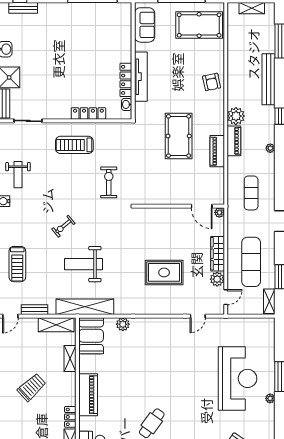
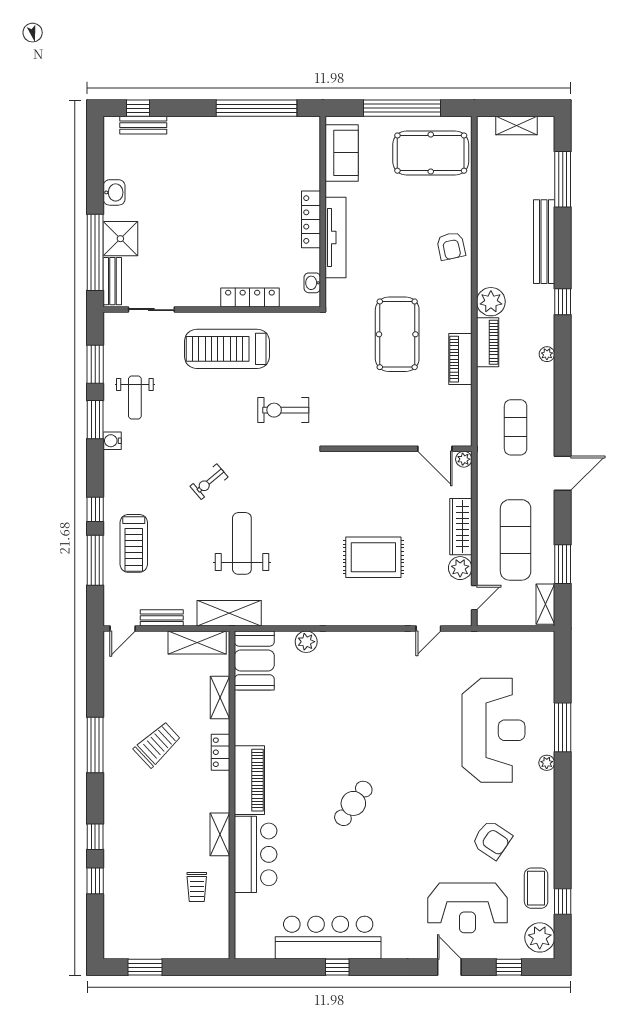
locker: (126, 80) -> (311, 219), moved
treadmill: (74, 145) -> (227, 349), width x1.37, depth x1.38
exercise bike: (109, 182) -> (283, 410), turned -90
weight bench: (84, 264) -> (242, 543), turned 90
shelving: (85, 307) -> (229, 613), width x0.68
piano: (88, 395) -> (249, 780), moved
locker: (70, 417) -> (220, 752), moved

